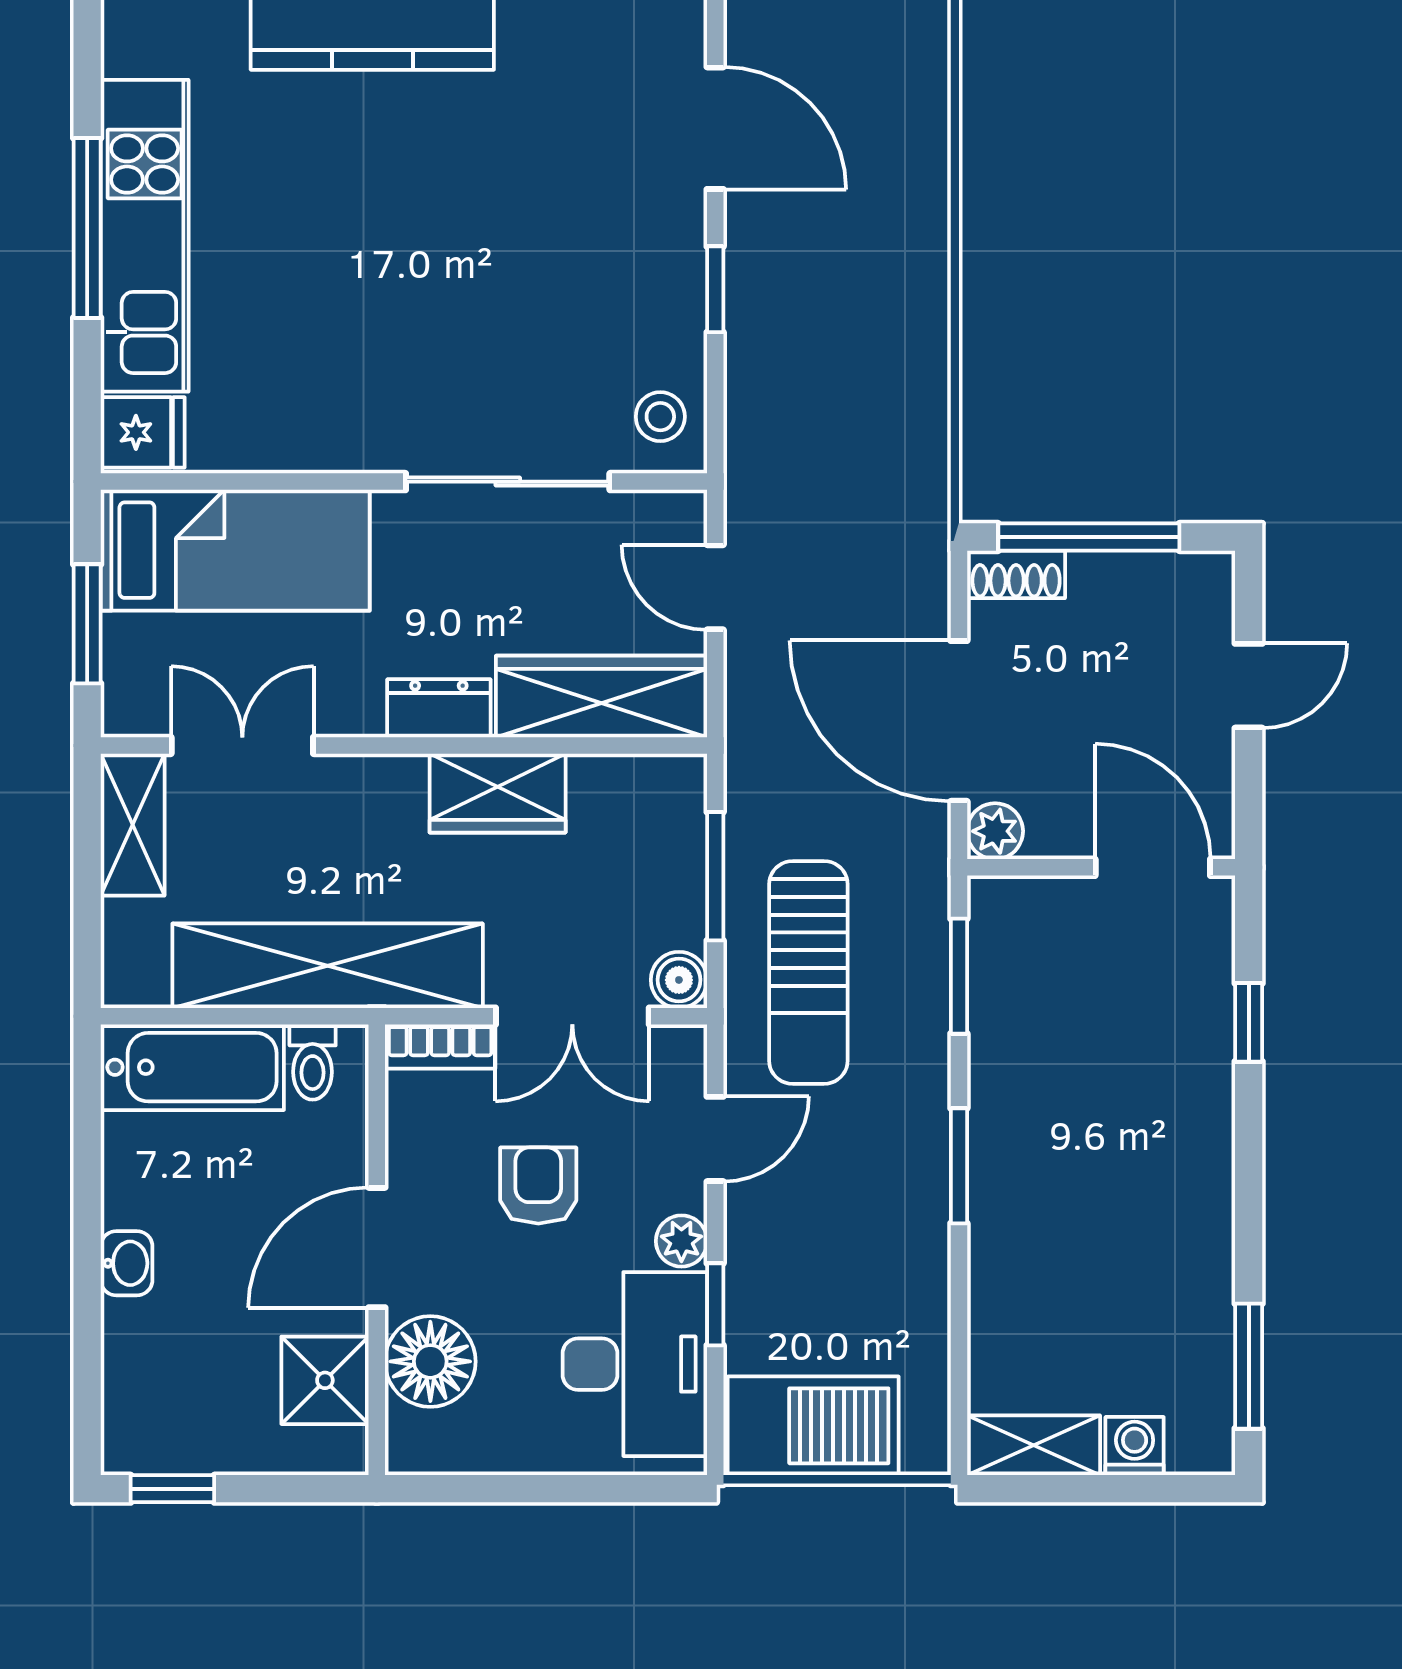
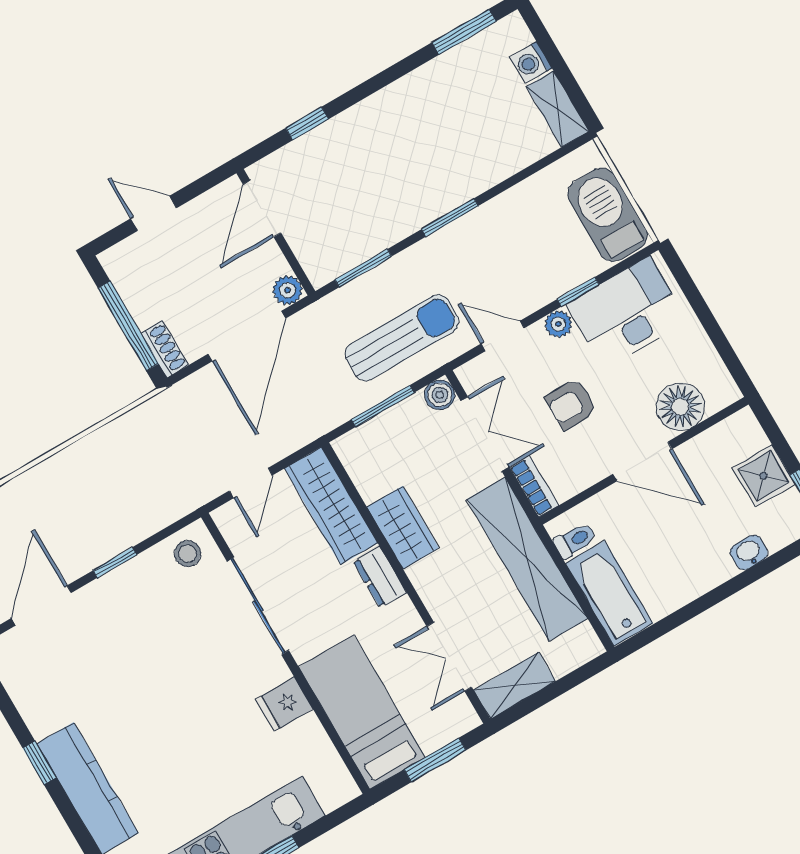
fridge: (143, 432) -> (284, 704), moved, turned -90
washbasin: (127, 1263) -> (749, 552), moved
shower: (325, 1380) -> (764, 476), moved

